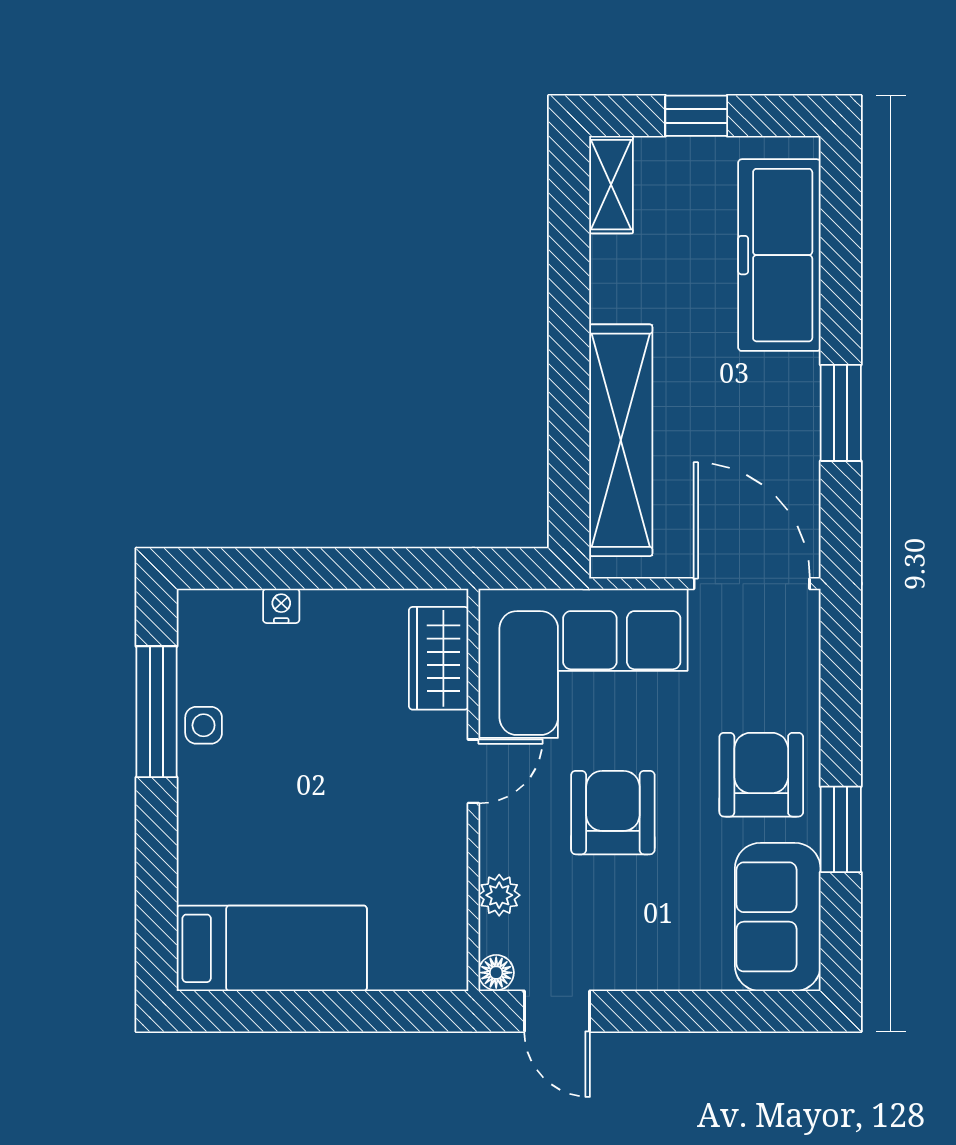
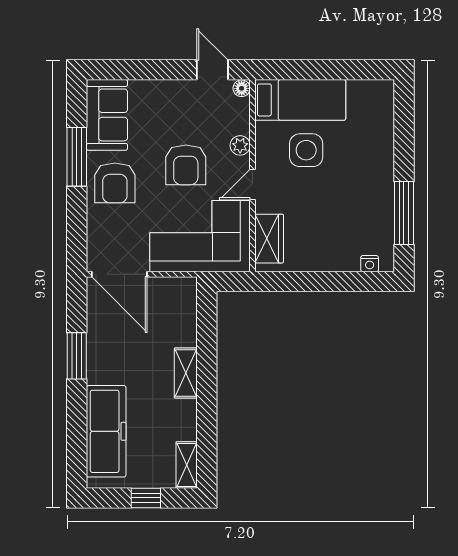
shelving: (621, 440) -> (186, 373), width x0.45, depth x0.75
nightstand: (281, 606) -> (370, 264), moved
side table: (204, 725) -> (306, 150), moved, width x1.87, depth x1.87
window: (841, 829) -> (77, 157), width x1.44
plant: (499, 895) -> (240, 145), moved
bed: (272, 948) -> (300, 100), moved, turned 180

